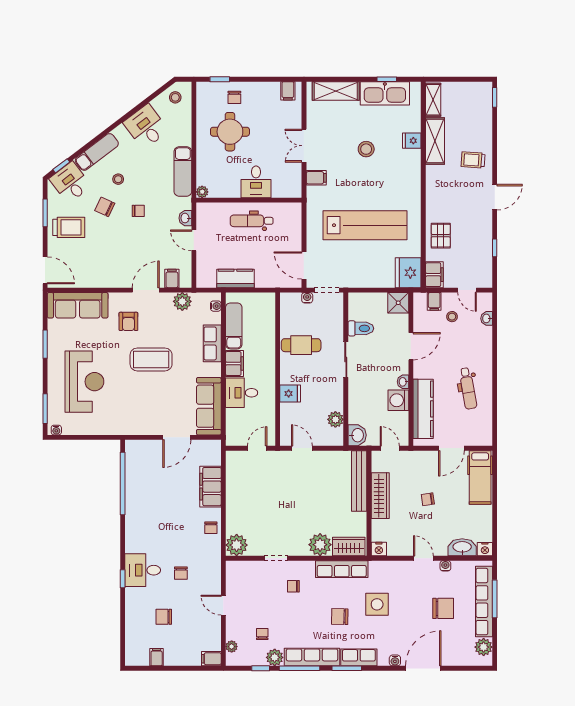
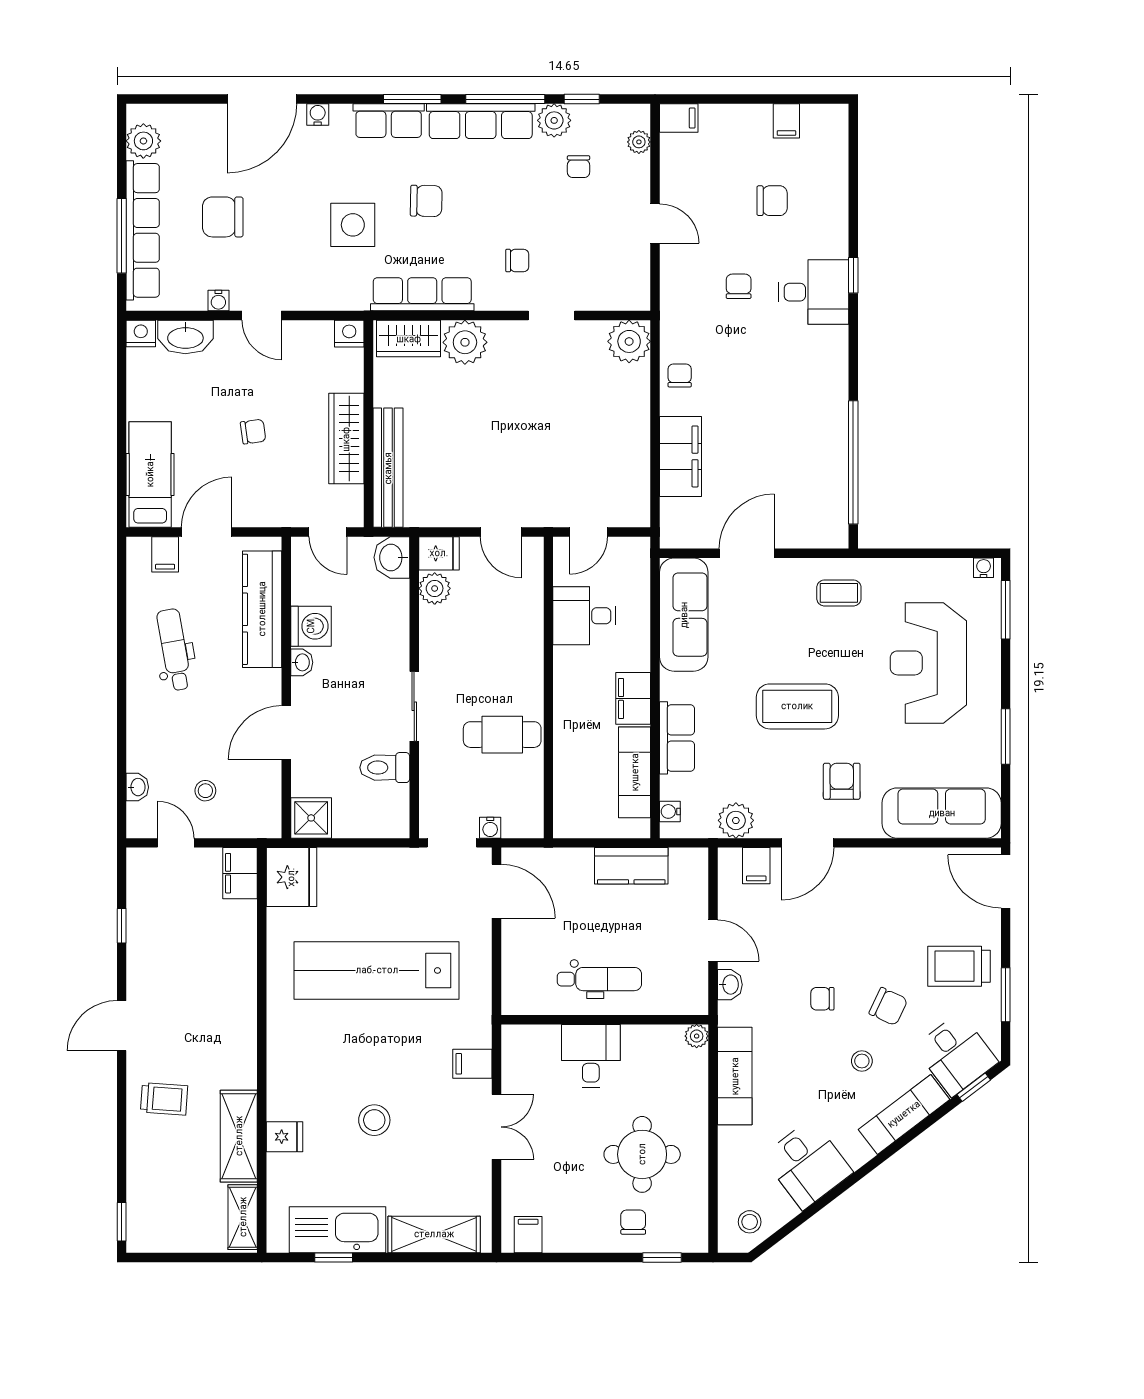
pallet: (441, 236) -> (228, 950), removed
filing cabinet: (434, 301) -> (165, 554), moved, turned 180
desk: (242, 393) -> (584, 616), moved, turned 180
fridge: (290, 394) -> (439, 553), moved, turned 180
coffee table: (130, 417) -> (839, 593), added

